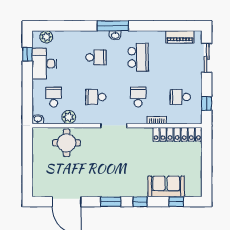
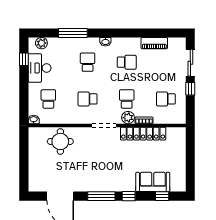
window: (113, 26) -> (73, 33), moved
piano: (180, 37) -> (154, 43), moved
school desk: (96, 57) -> (88, 62), turned -90
school desk: (138, 57) -> (127, 62), width x0.54
window: (207, 104) -> (190, 89), moved
plant: (69, 117) -> (128, 118), moved
locker: (177, 134) -> (143, 134), moved
window: (111, 202) -> (101, 196), width x1.44

